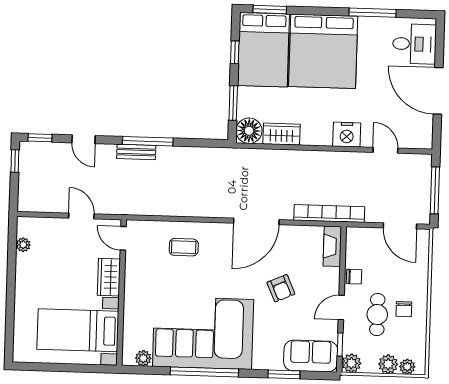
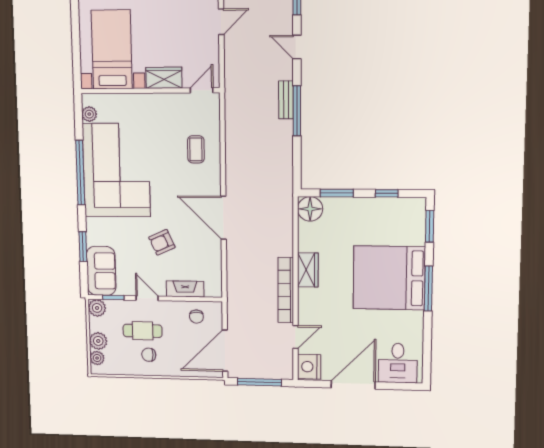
window: (373, 13) -> (428, 288), moved
bed: (263, 50) -> (390, 221), removed
wardrobe: (282, 134) -> (308, 270), moved
nightstand: (347, 135) -> (309, 367), moved
door: (84, 139) -> (297, 47), hinge flipped
bookcase: (329, 213) -> (286, 290), moved, turned 180
door: (81, 216) -> (221, 22), moved
door: (400, 226) -> (225, 351), width x1.36
fireplace: (332, 246) -> (185, 289), moved
chair: (354, 277) -> (196, 317), moved

